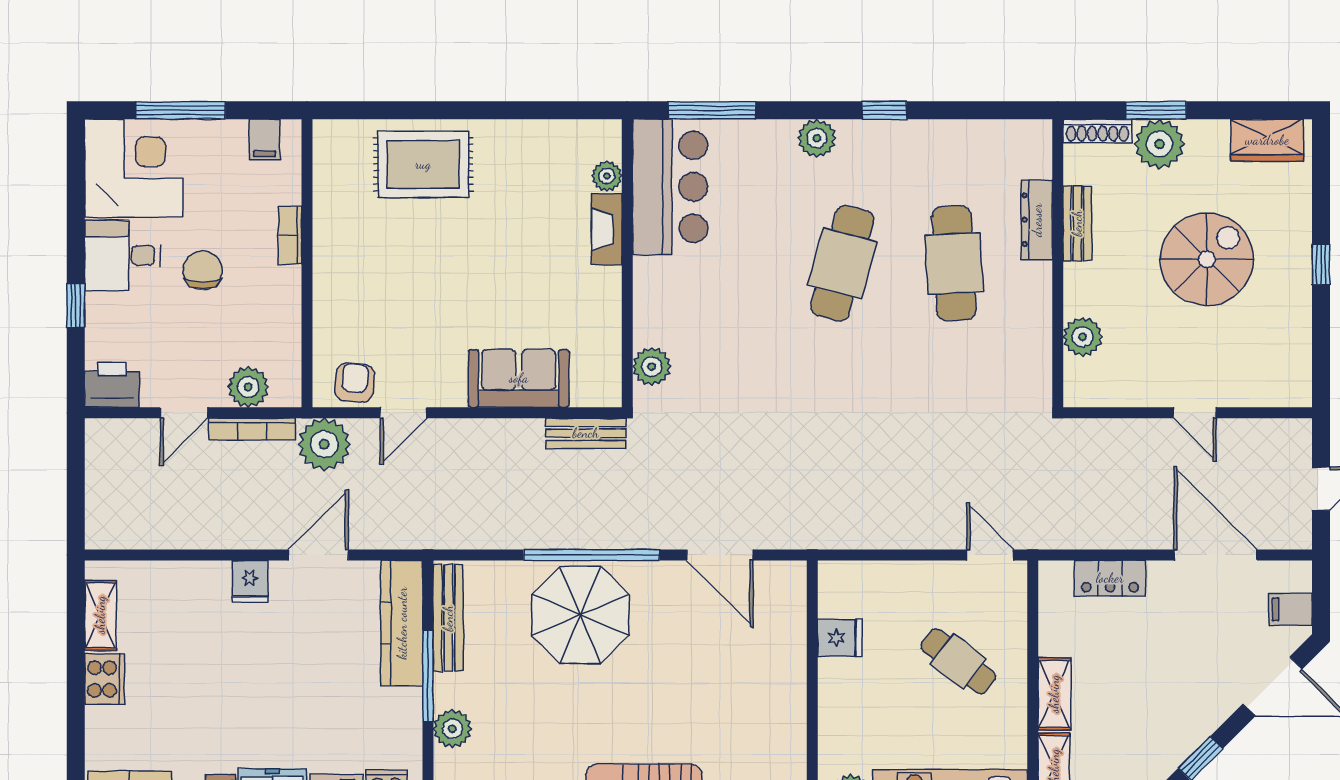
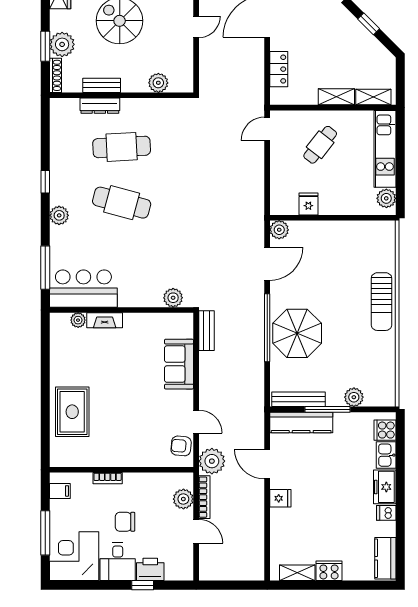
printer: (112, 385) -> (150, 569), moved, turned 90
plant: (788, 579) -> (279, 230), added

